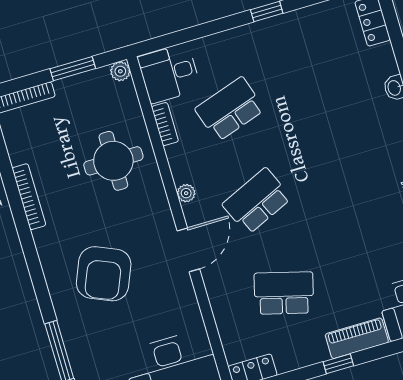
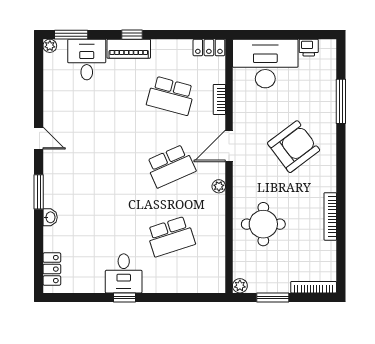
desk: (169, 73) -> (124, 273), moved, turned 90
bookcase: (165, 124) -> (219, 99), moved
armchair: (104, 274) -> (294, 147), turned 30
window: (338, 364) -> (132, 35), moved

